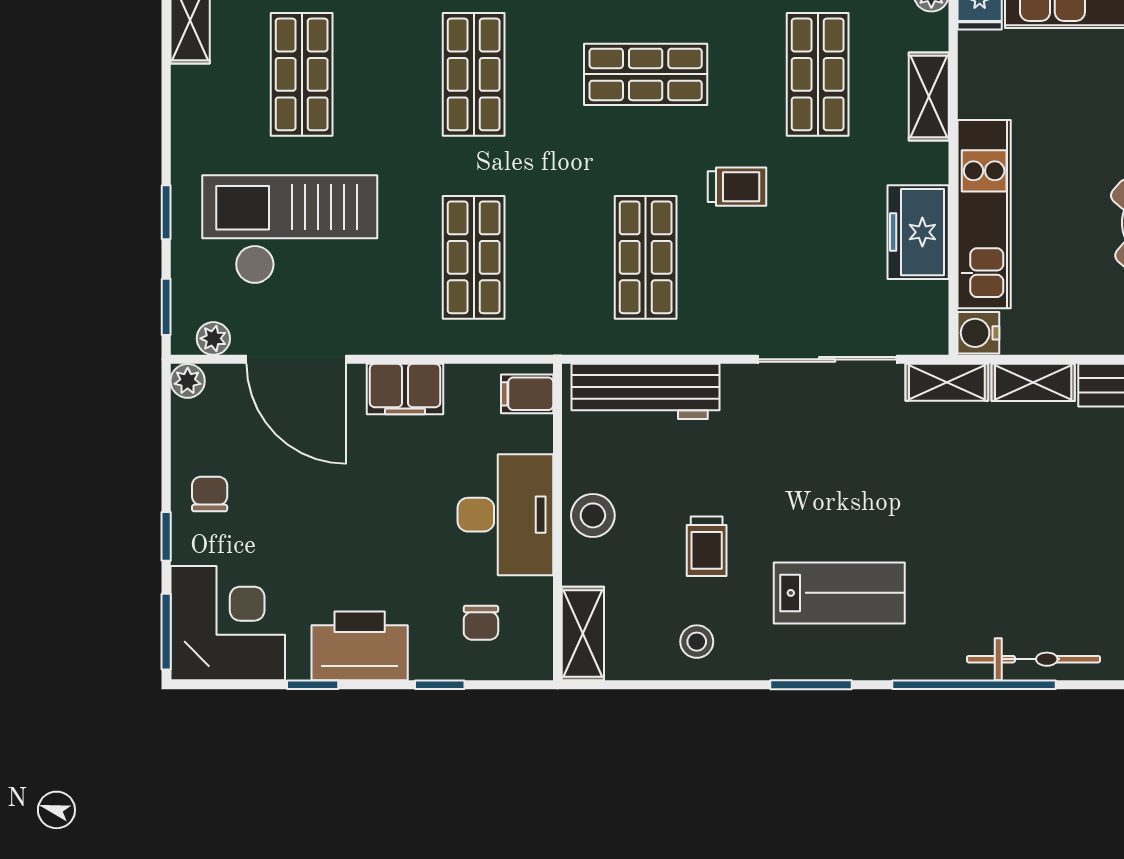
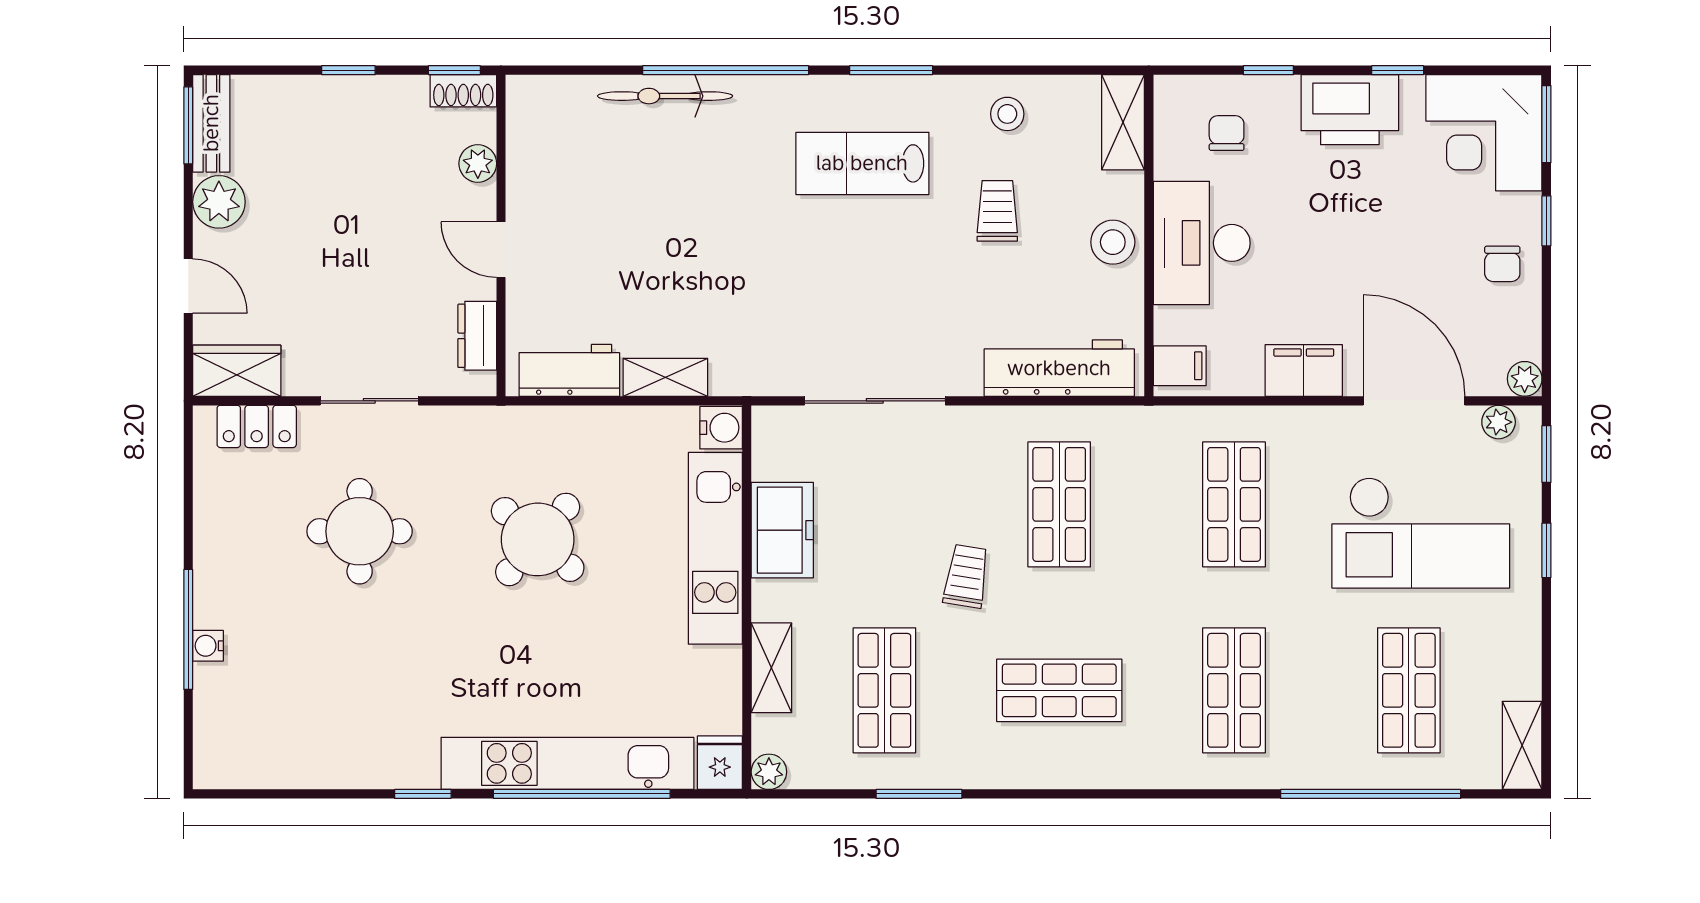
trolley: (737, 187) -> (966, 576), turned 99
shelving: (947, 382) -> (753, 377), removed

